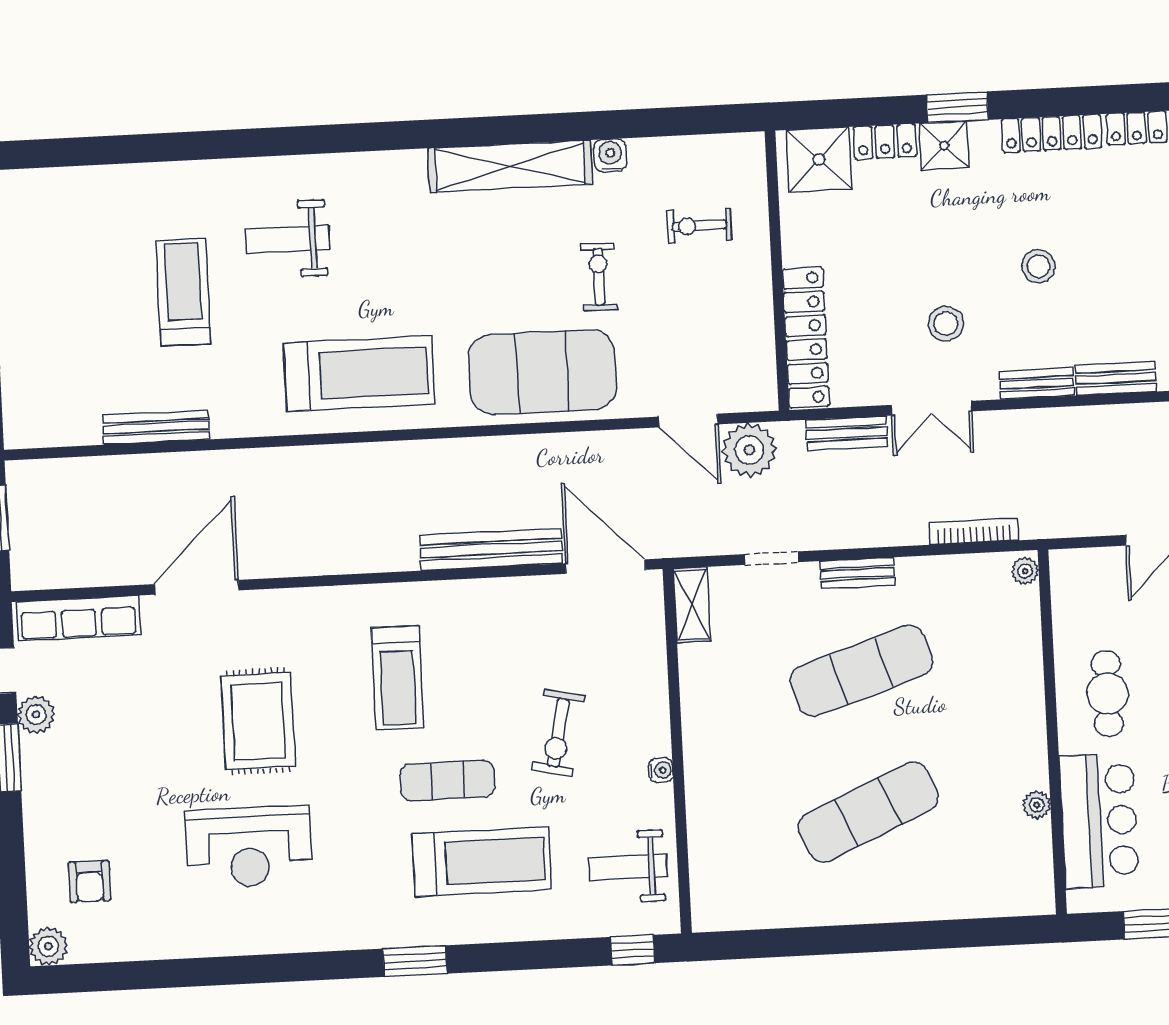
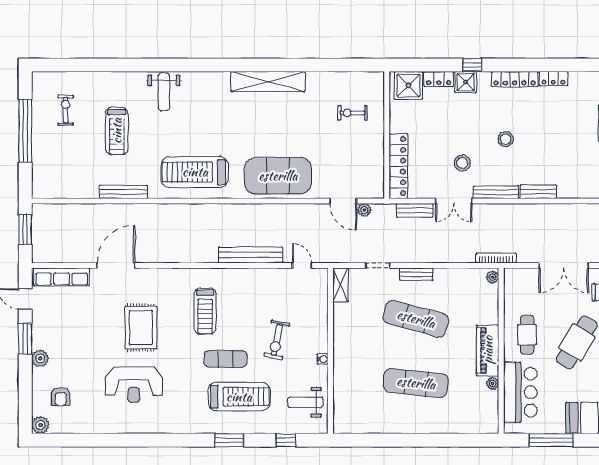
window: (957, 107) -> (472, 65), width x0.67
water cooler: (610, 155) -> (314, 79), removed
weight bench: (288, 239) -> (164, 92), moved, turned -90
exercise bike: (599, 277) -> (66, 110), moved
treadmill: (183, 292) -> (117, 131), turned 180
treadmill: (359, 374) -> (195, 172), turned 180
bench: (1037, 384) -> (496, 192), width x1.36
bench: (156, 427) -> (124, 192), moved
plant: (749, 450) -> (364, 210), width x0.53, depth x0.53
bookcase: (974, 531) -> (496, 258), moved
door: (605, 567) -> (302, 265), width x0.53
exercise mat: (861, 671) -> (416, 319), turned 33
plant: (36, 715) -> (40, 358), moved
piano: (1023, 733) -> (488, 350), added
exercise mat: (868, 812) -> (416, 383), turned 30
window: (633, 950) -> (286, 440), moved
window: (415, 961) -> (229, 440), moved

